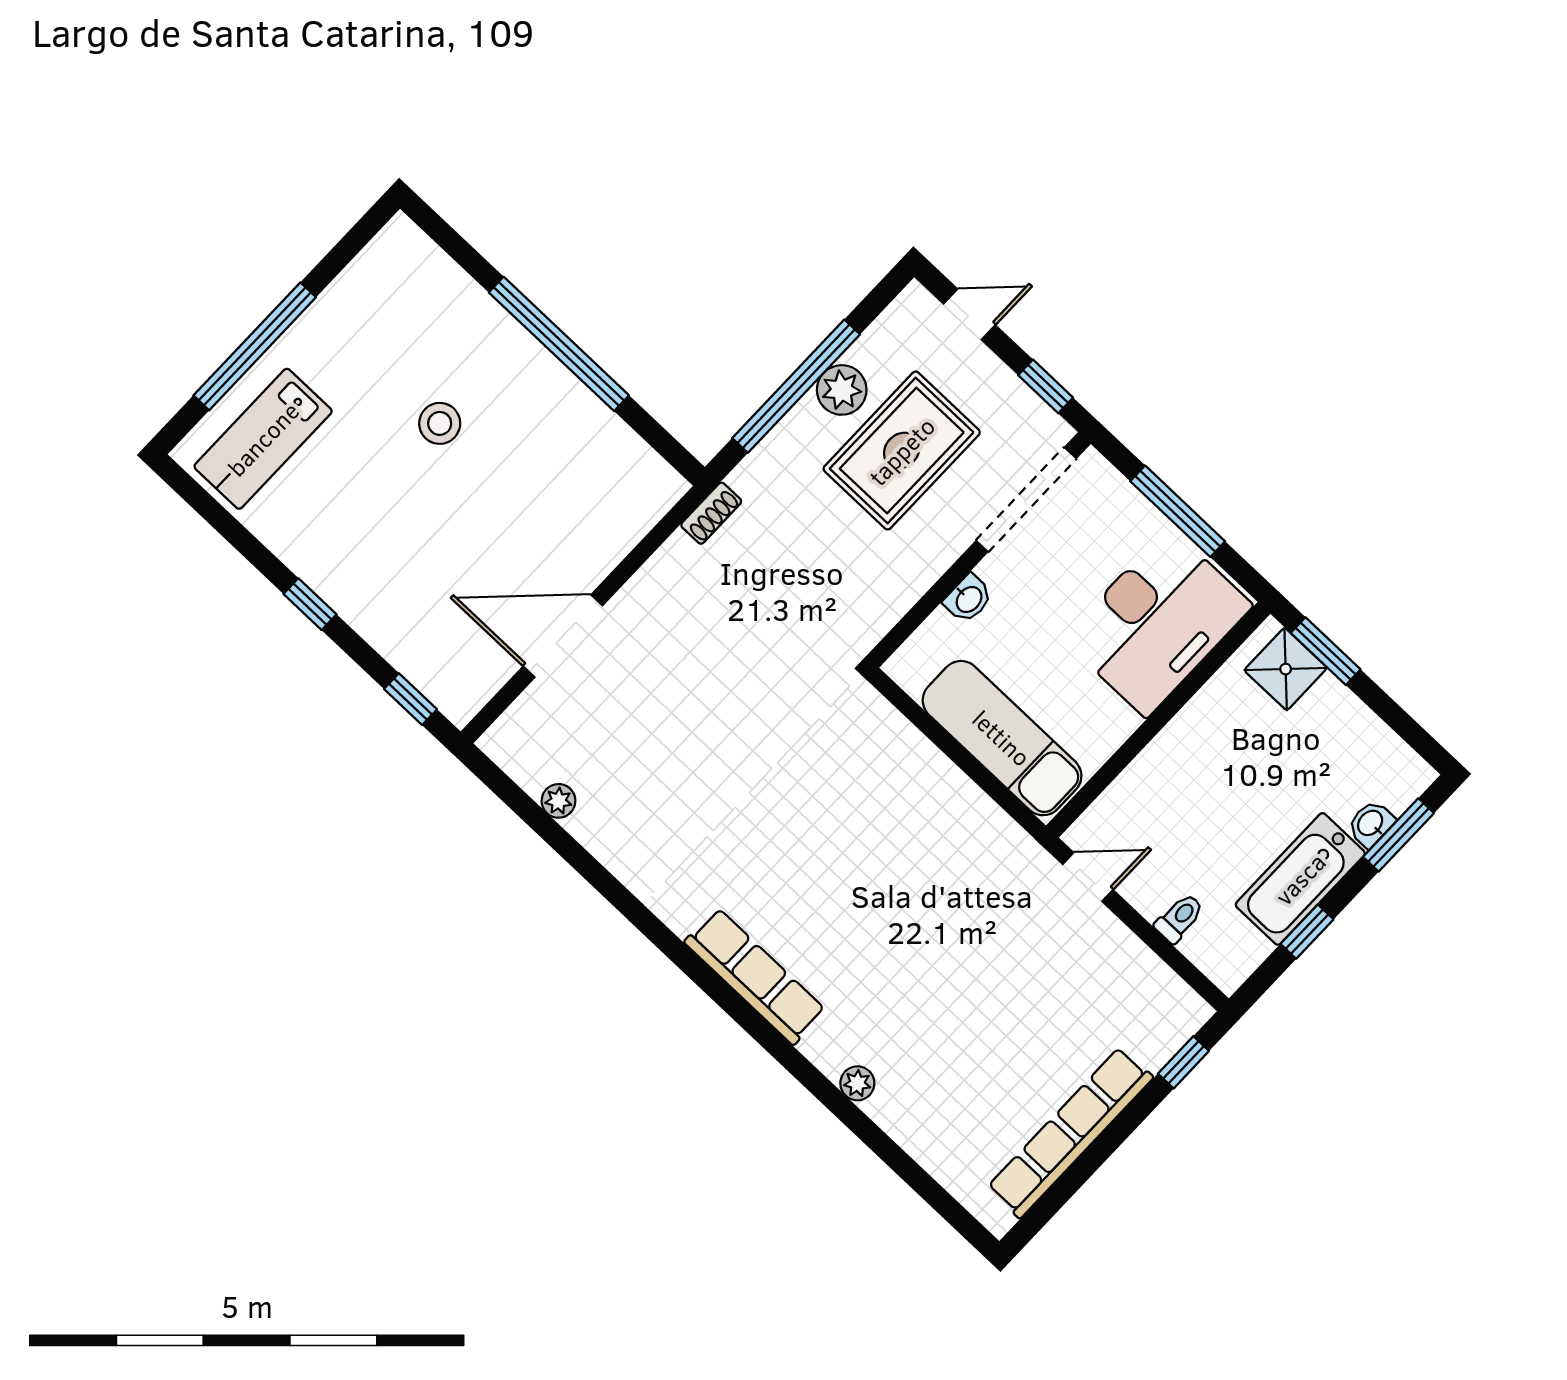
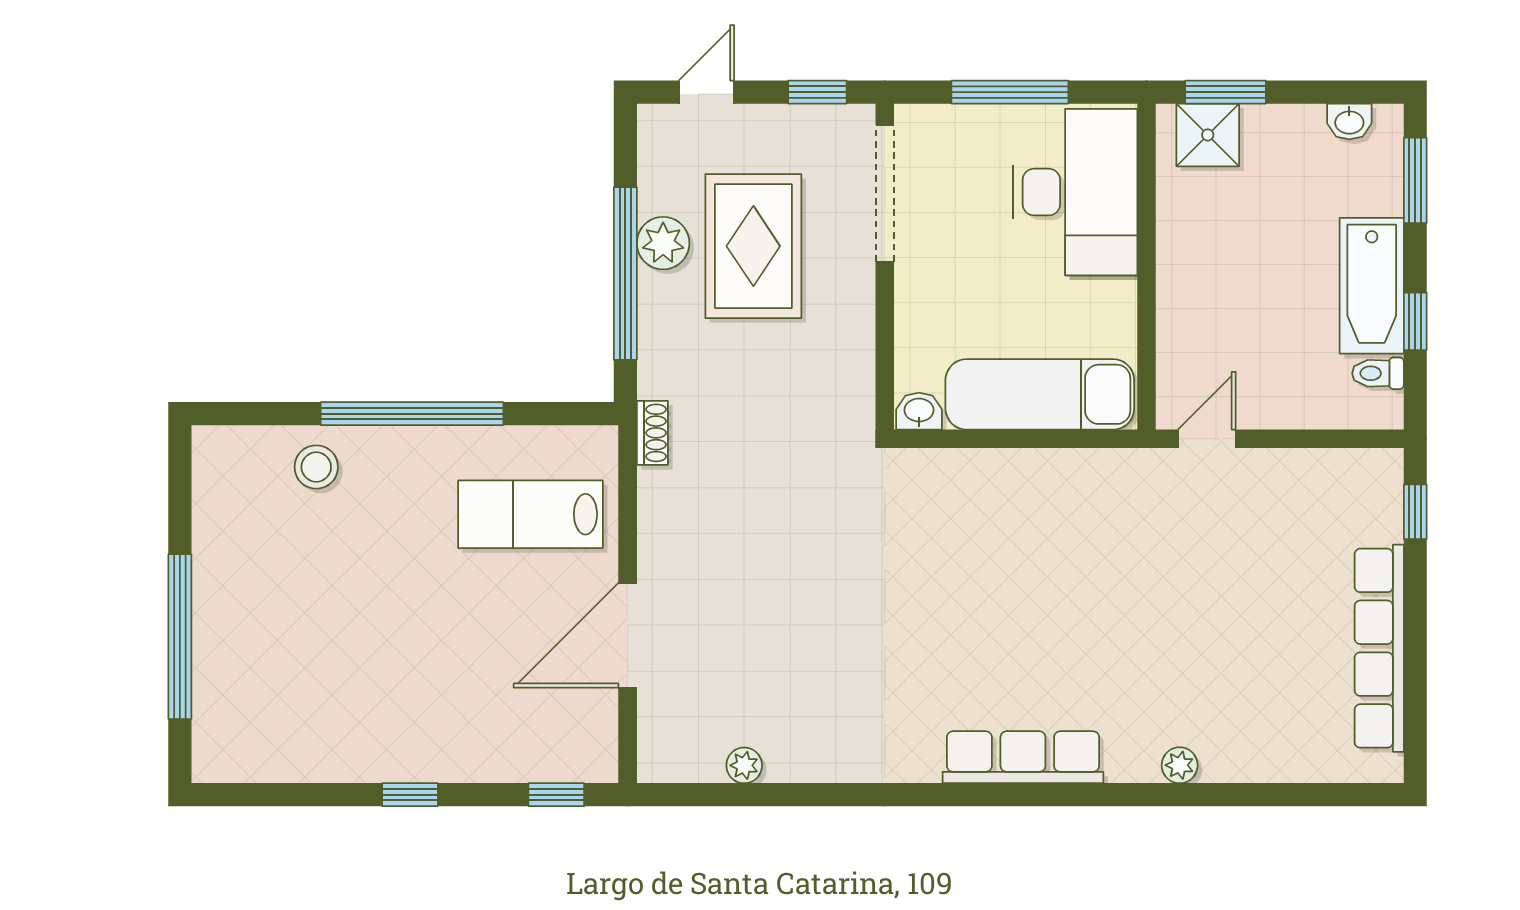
stool: (440, 423) -> (316, 467), moved
lab bench: (263, 439) -> (530, 514), moved, turned 90
washbasin: (968, 599) -> (919, 411), moved, turned -90
washbasin: (1371, 824) -> (1349, 121), moved, turned -90
toilet: (1179, 918) -> (1378, 373), moved, turned -90

